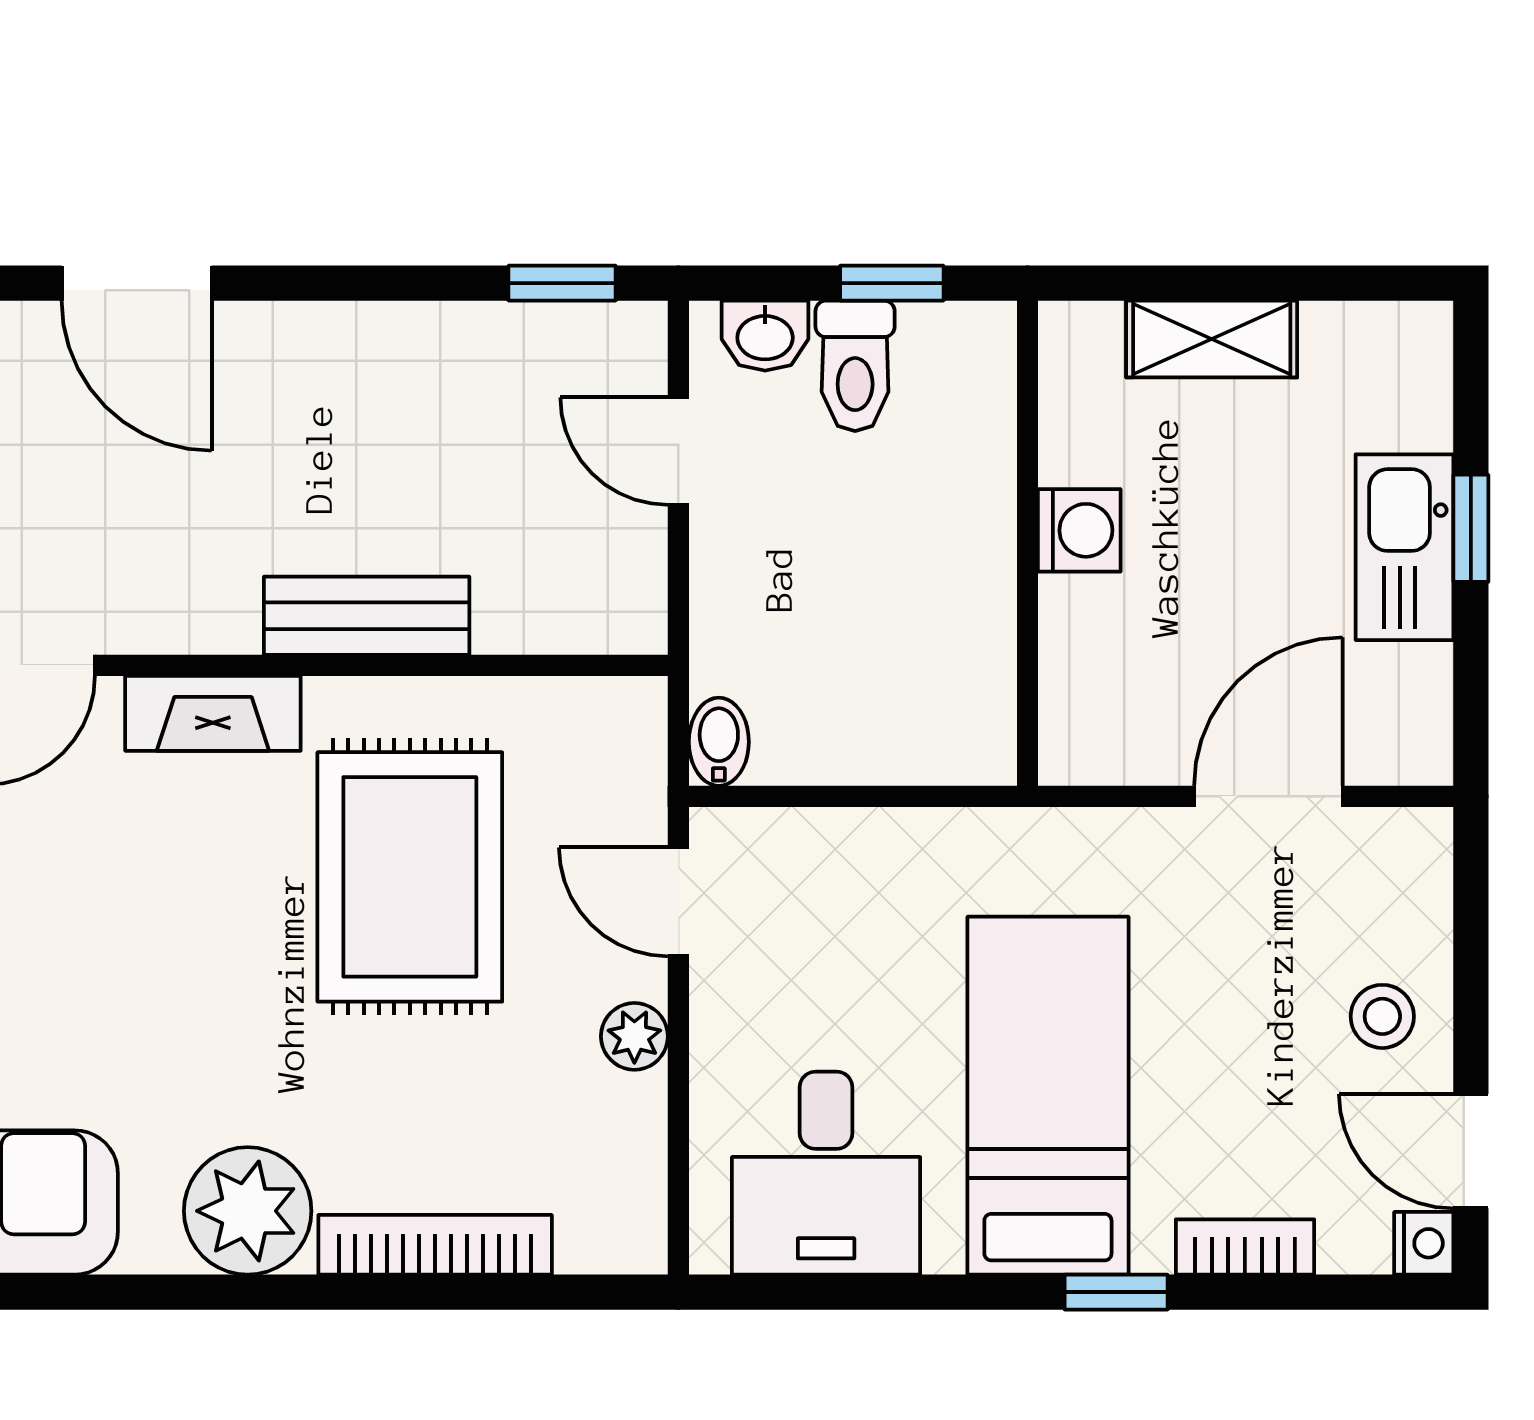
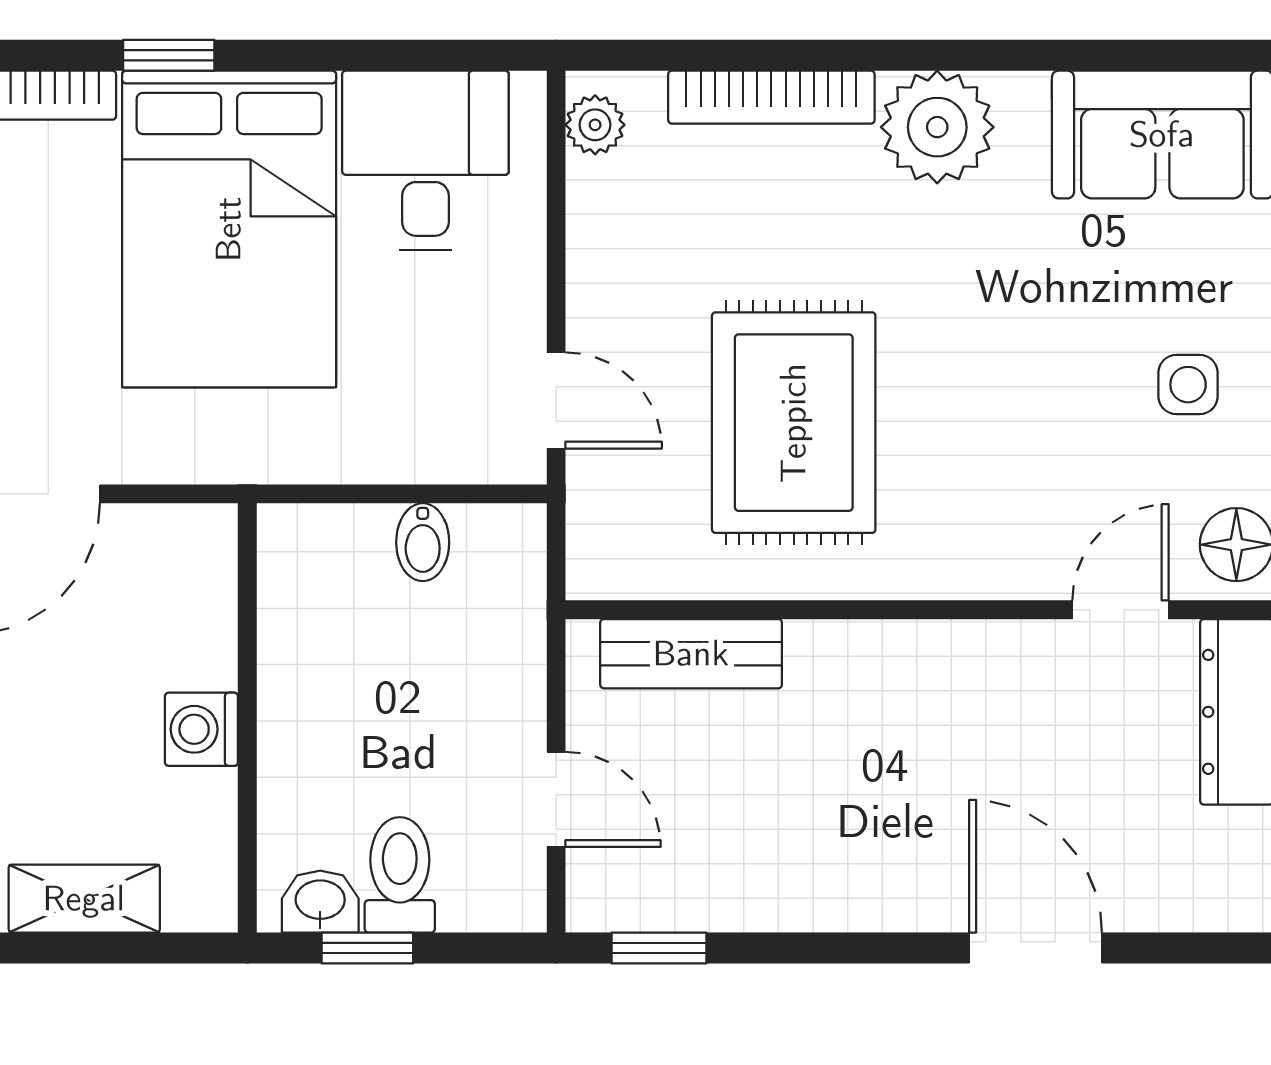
washbasin: (765, 336) -> (320, 902), moved
bench: (367, 616) -> (691, 654), moved
fireplace: (213, 713) -> (968, 567), removed
bidet: (719, 742) -> (423, 542), moved
plant: (634, 1036) -> (595, 125), moved
bed: (1048, 1096) -> (229, 229), width x1.50

